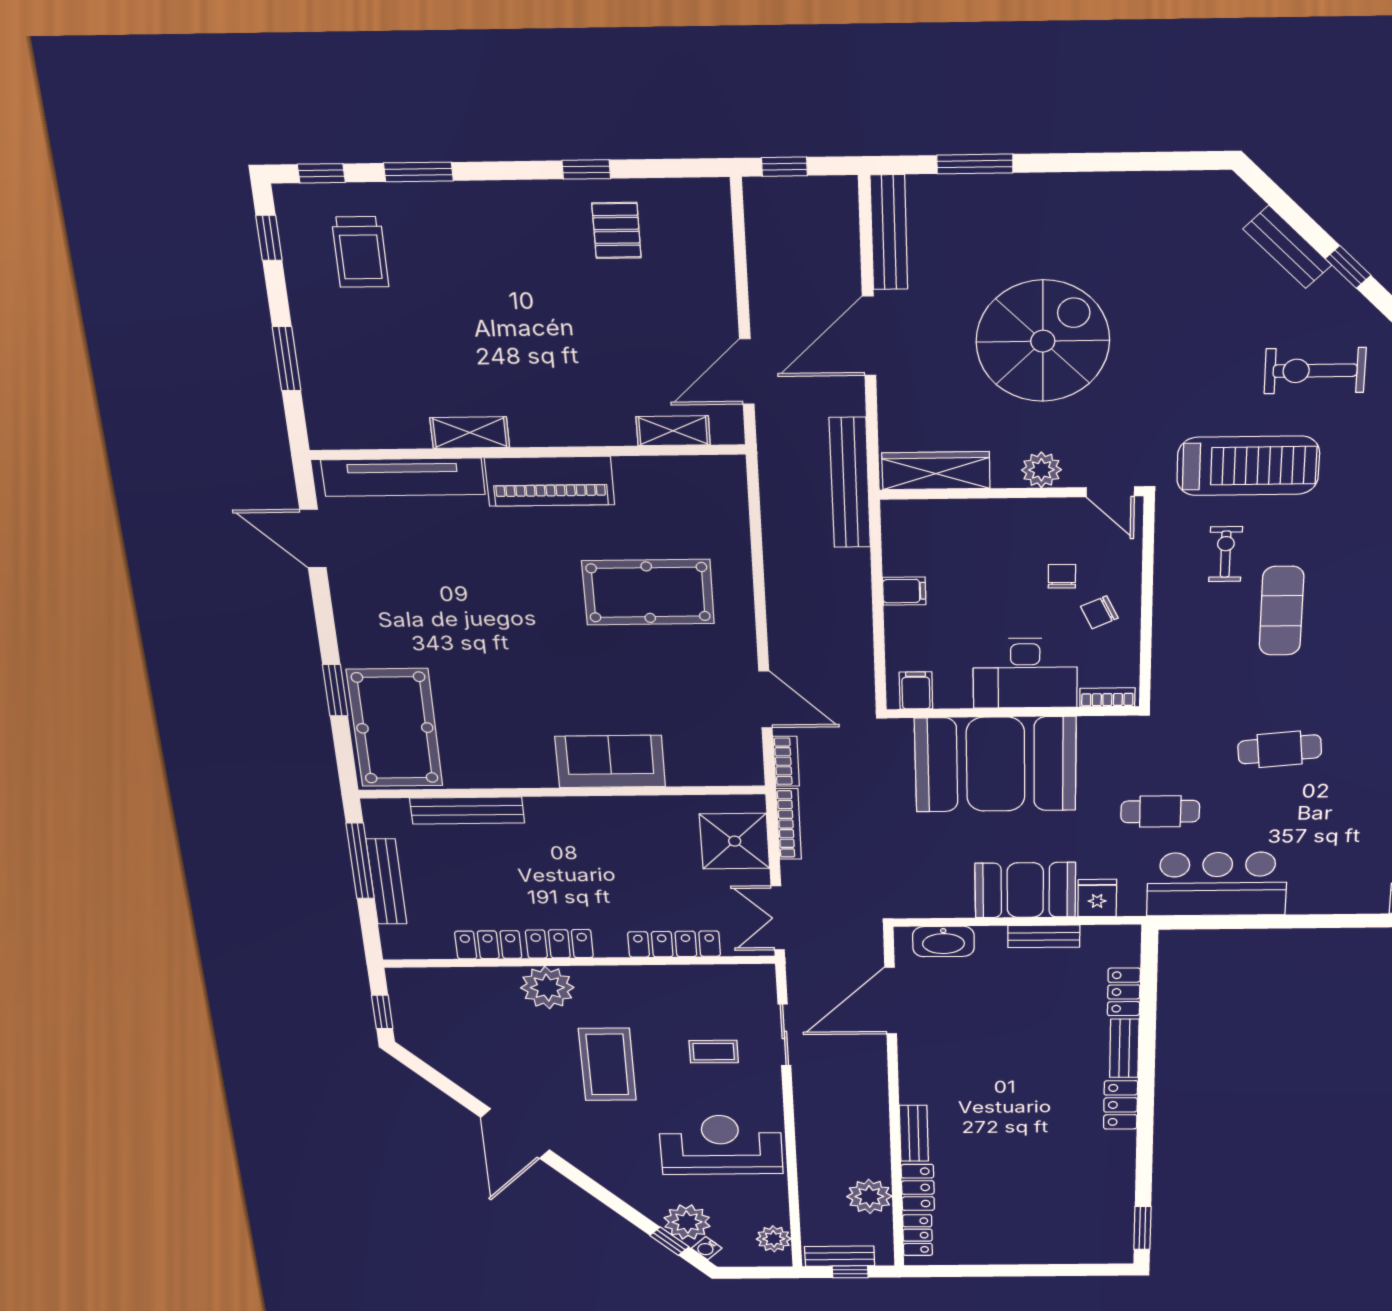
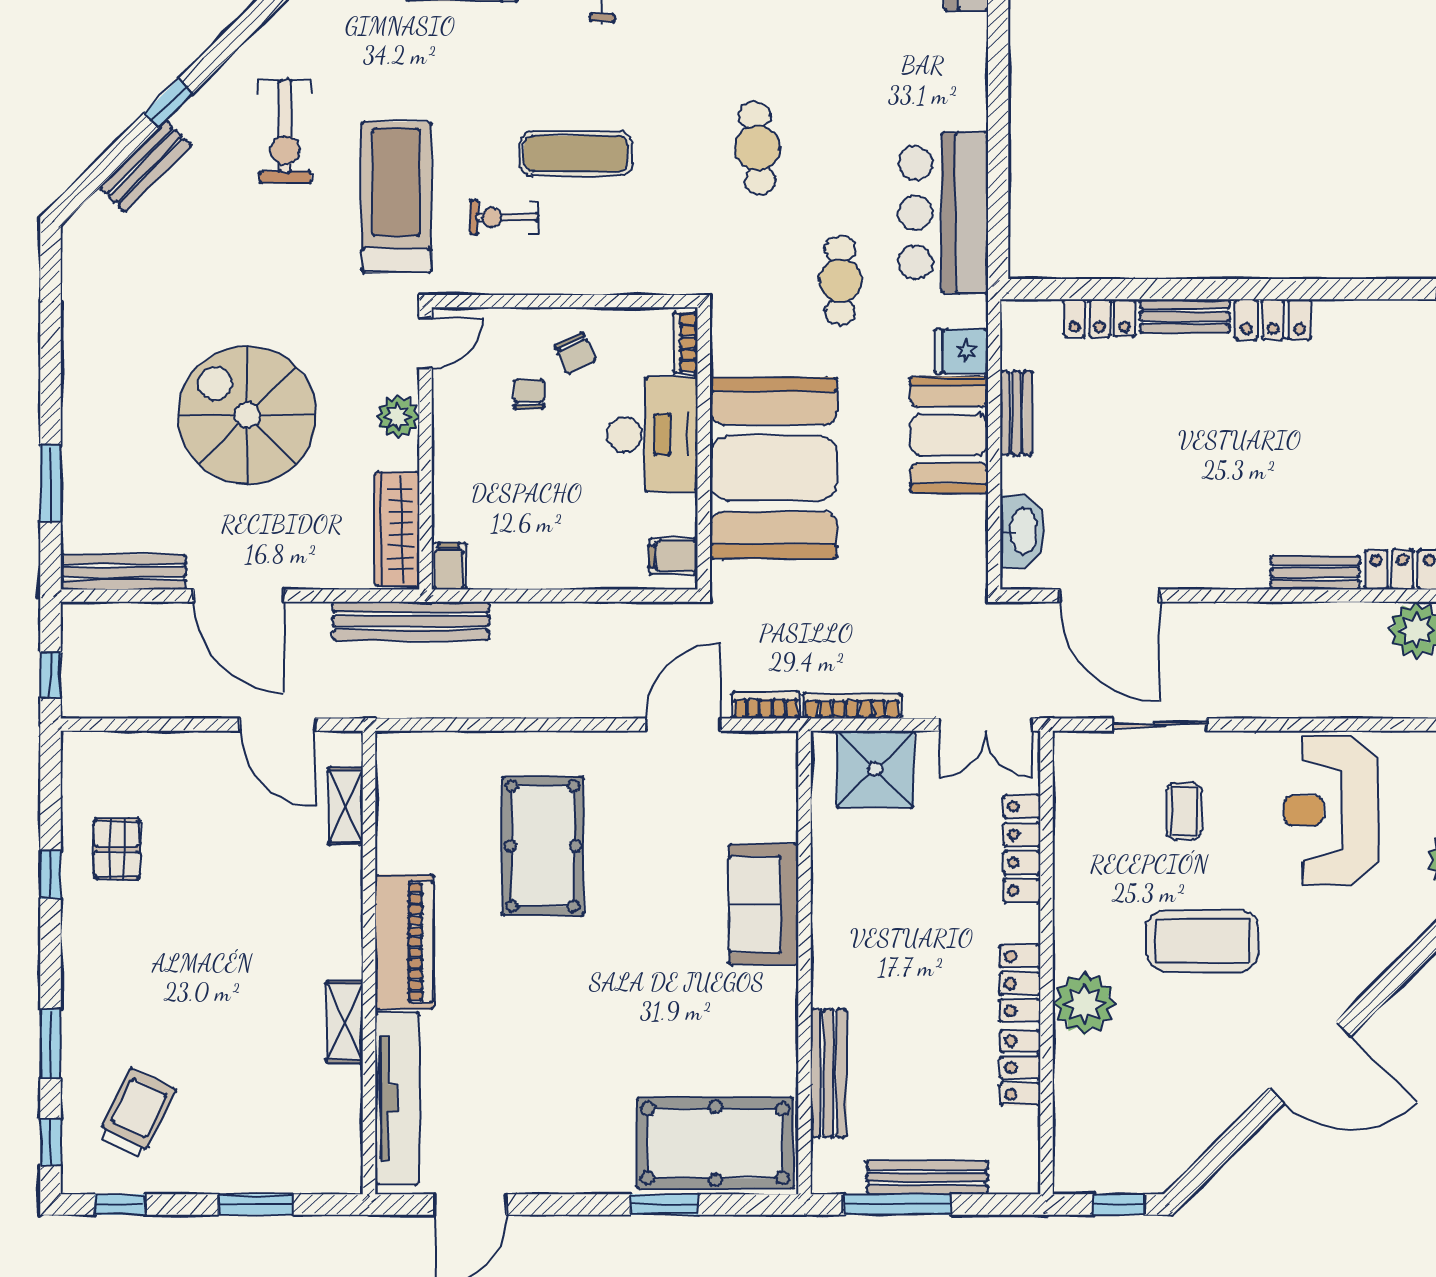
pallet: (617, 230) -> (117, 849), turned 90
trolley: (360, 252) -> (137, 1113), turned -64
chair: (1062, 576) -> (529, 394), turned 90
filing cabinet: (904, 591) -> (449, 566), moved

